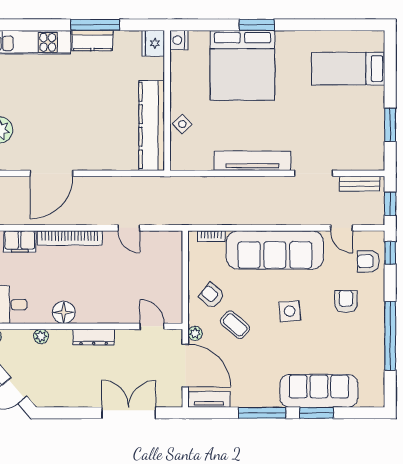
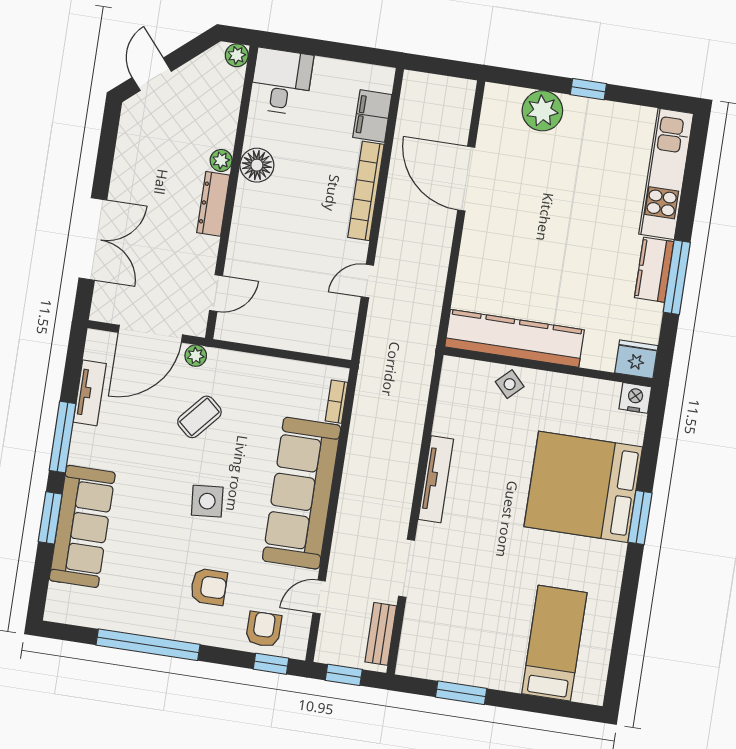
tv unit: (252, 161) -> (436, 479), width x0.73, depth x0.78
armchair: (212, 296) -> (248, 389), removed
plant: (41, 336) -> (221, 160), moved
tv unit: (209, 399) -> (90, 393), moved

